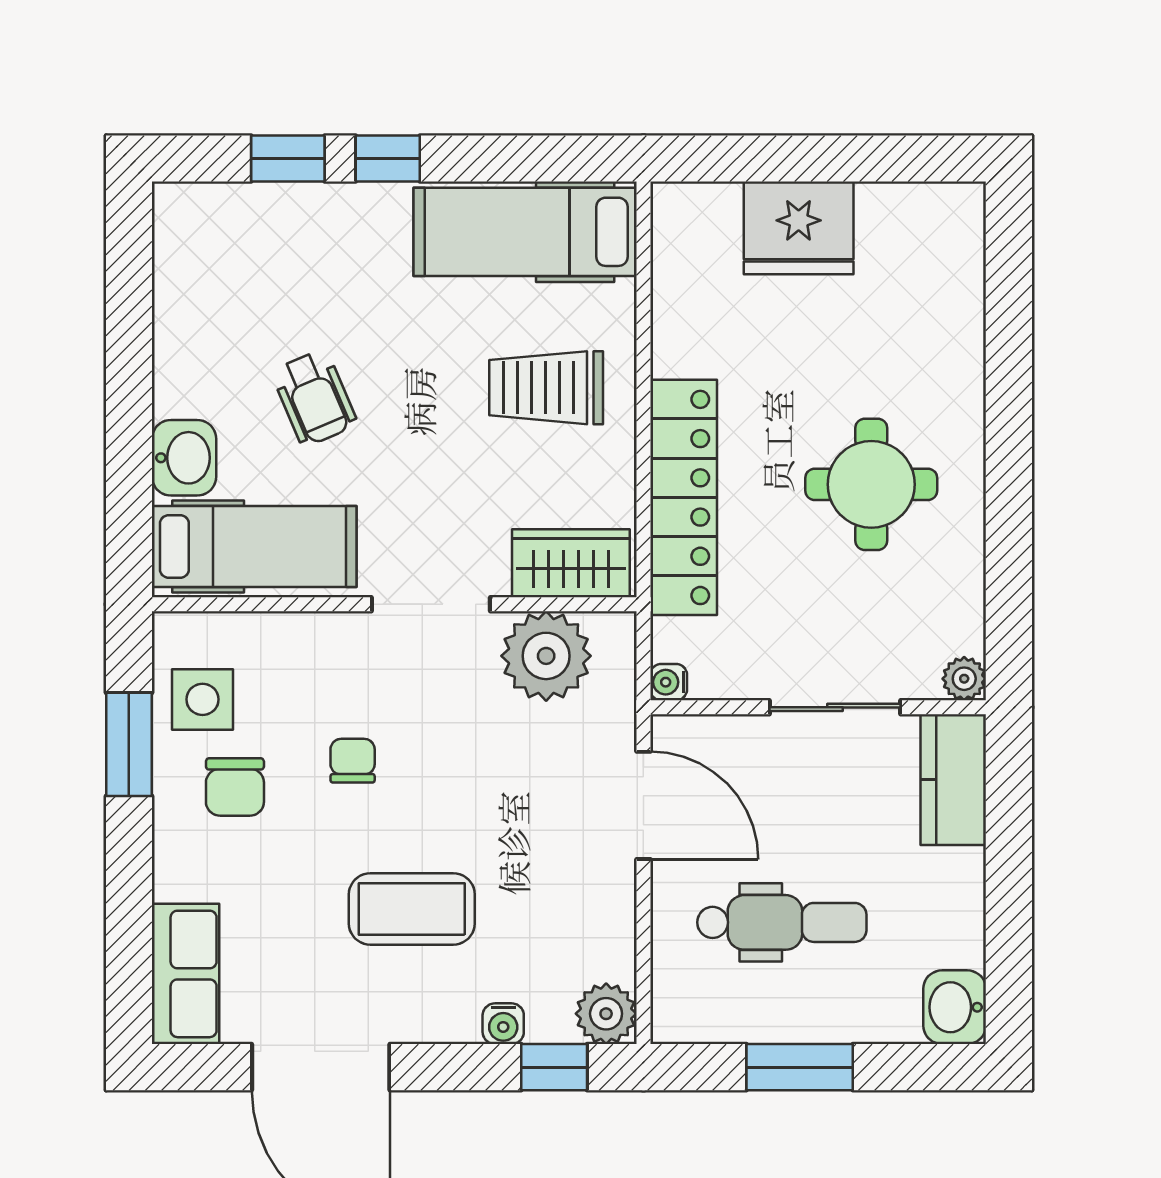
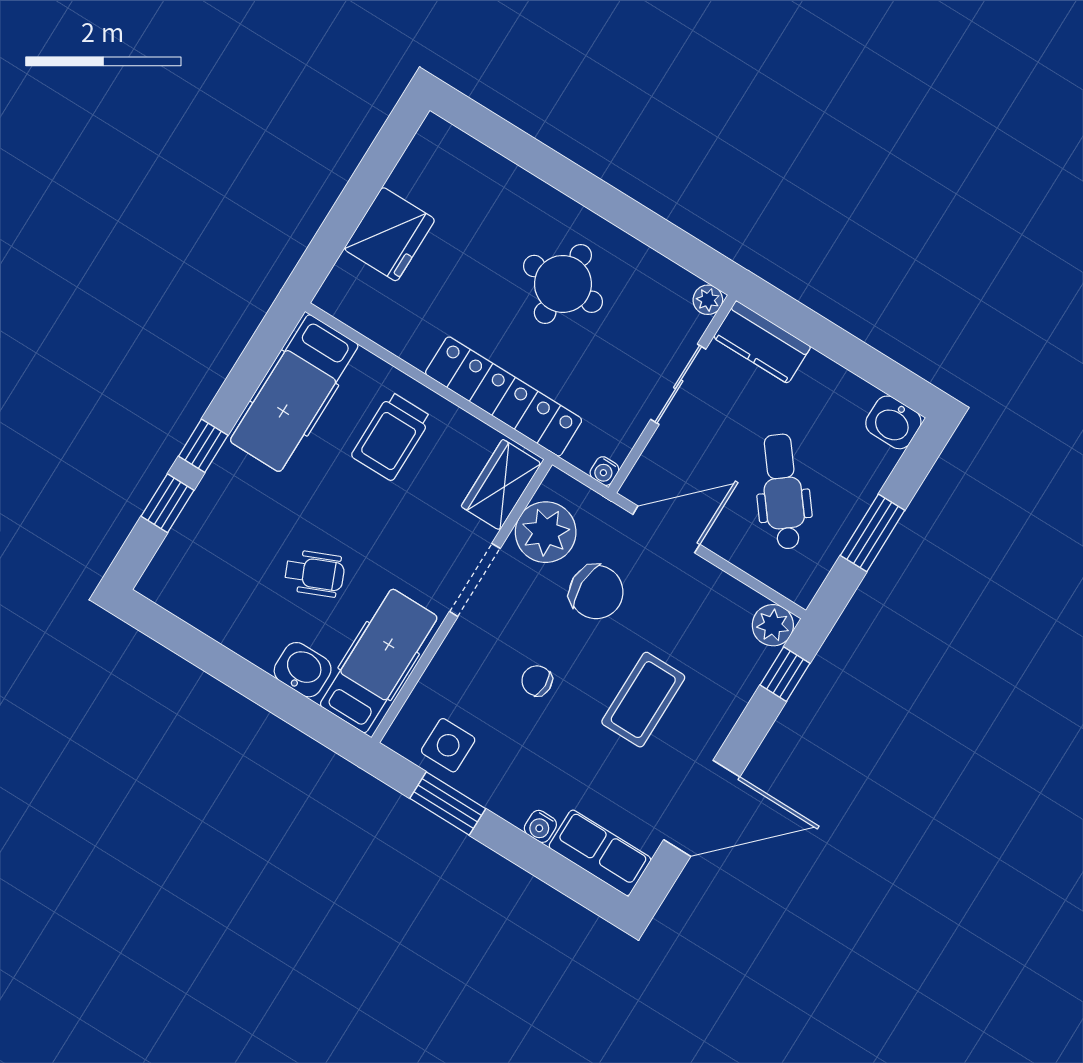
chair: (235, 787) -> (596, 592), moved, width x1.37, depth x1.37
dental chair: (782, 922) -> (783, 492), turned -38
water cooler: (503, 1024) -> (540, 826), moved, turned 90

